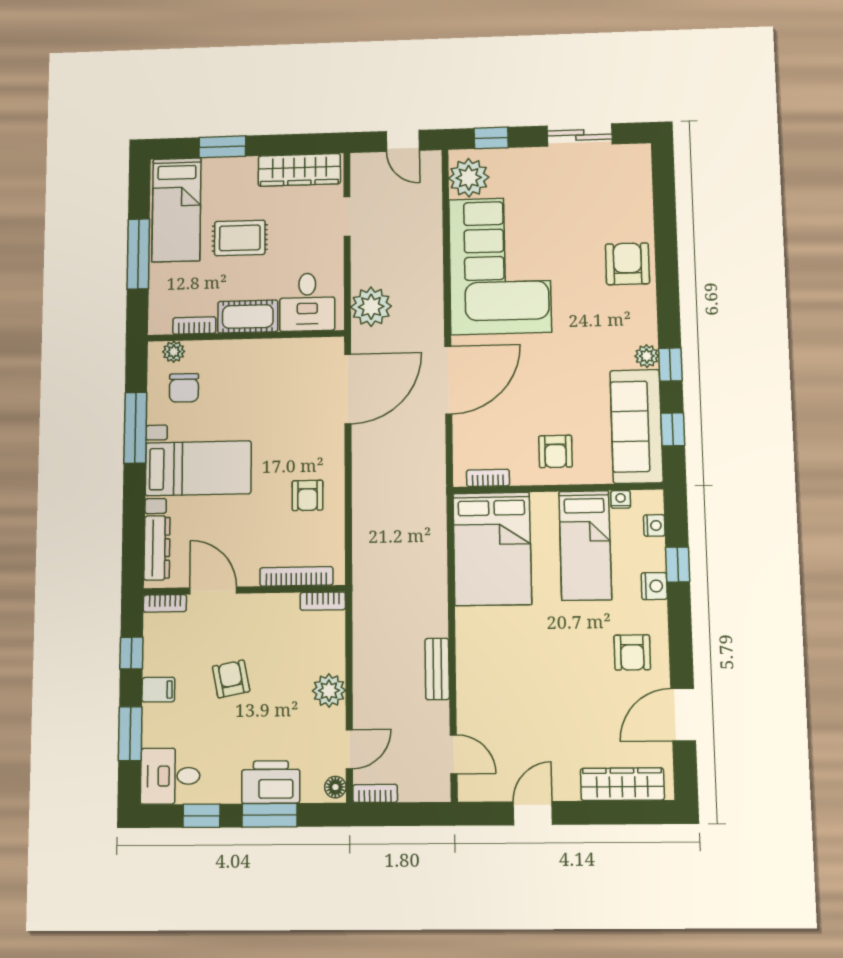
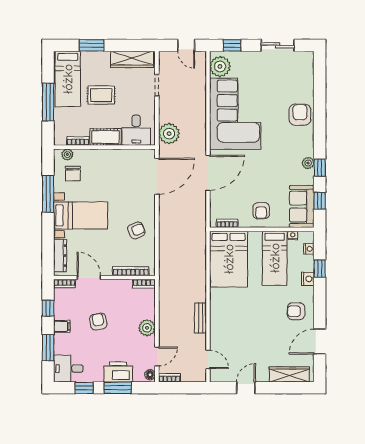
sofa: (636, 426) -> (302, 206), width x0.73
armchair: (307, 495) -> (136, 230), turned -112
armchair: (632, 652) -> (296, 311), turned 90

